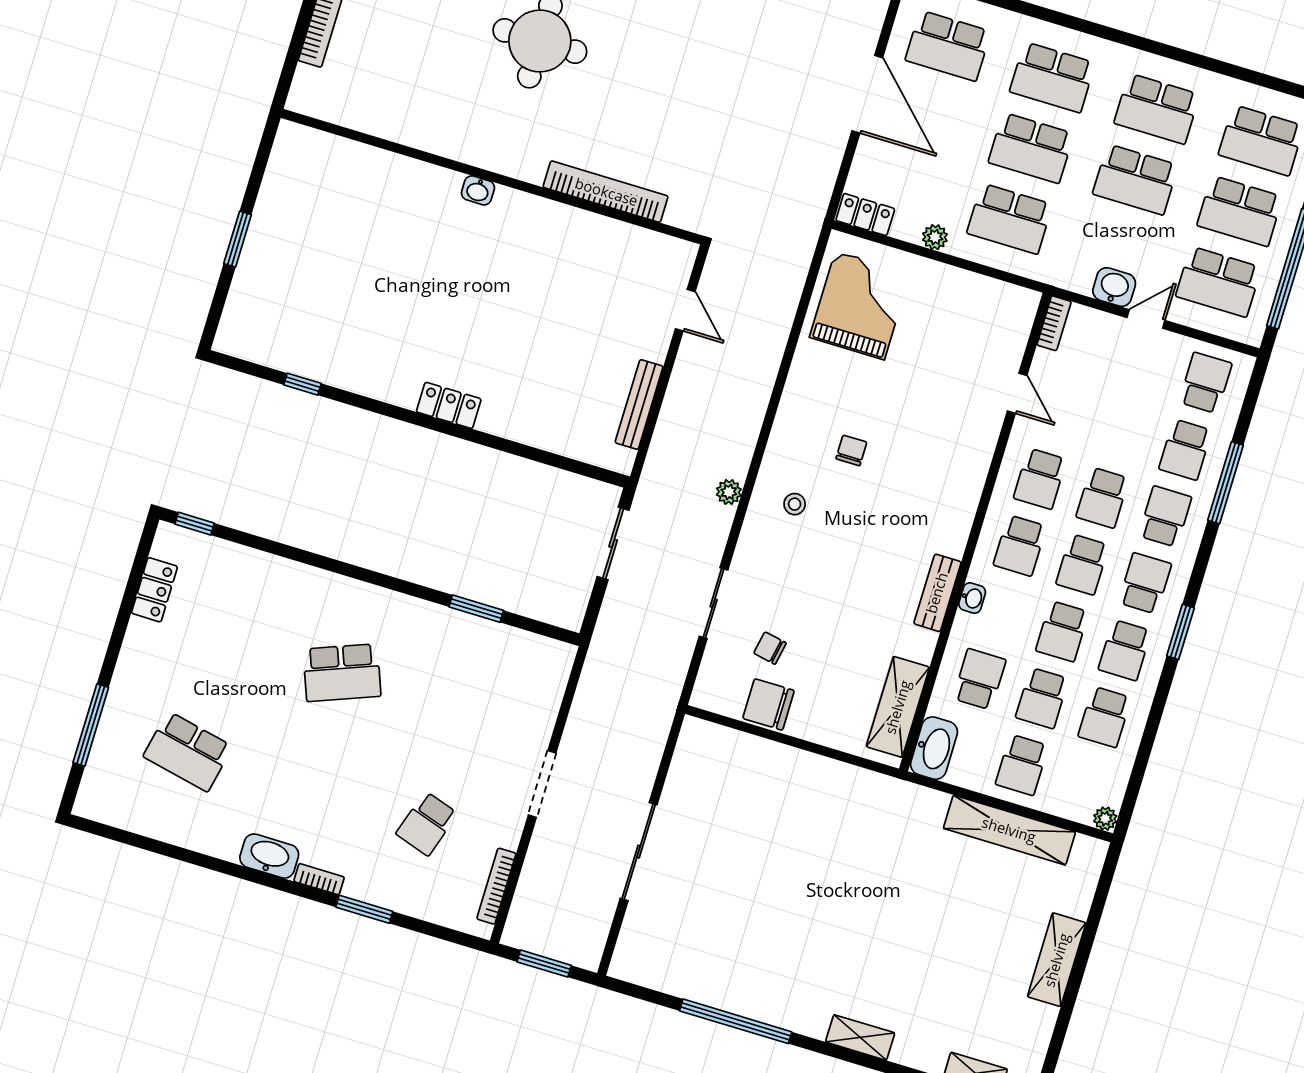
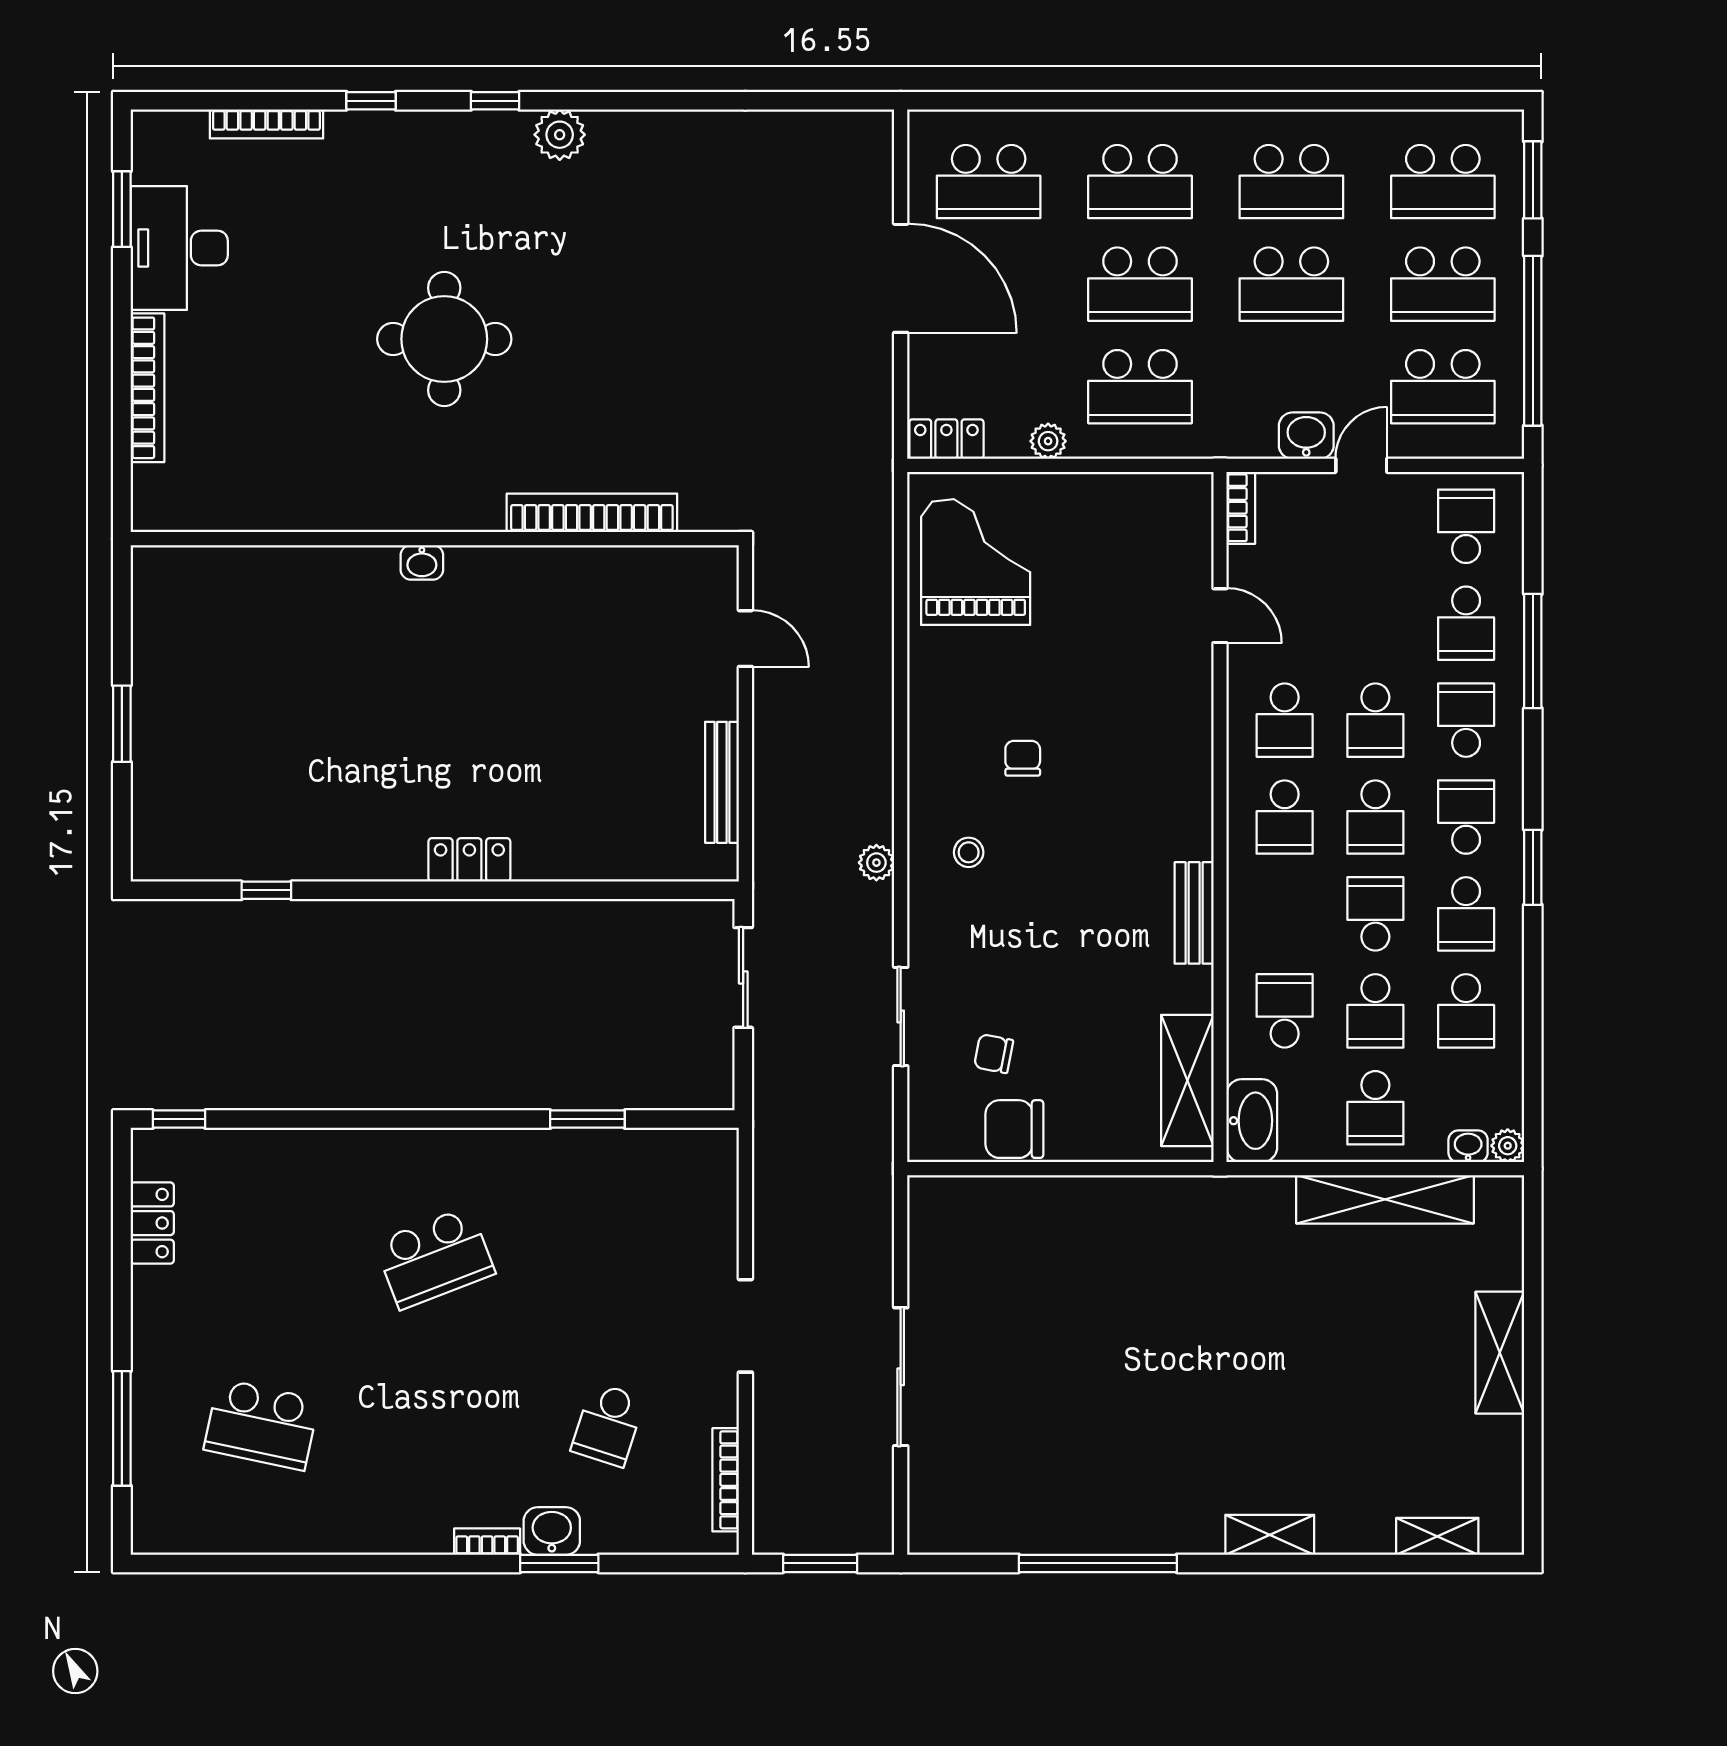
washbasin: (972, 598) -> (1468, 1146), moved, turned -90
school desk: (1062, 631) -> (1375, 914), turned 180
washbasin: (269, 856) -> (552, 1531), moved, width x0.72

